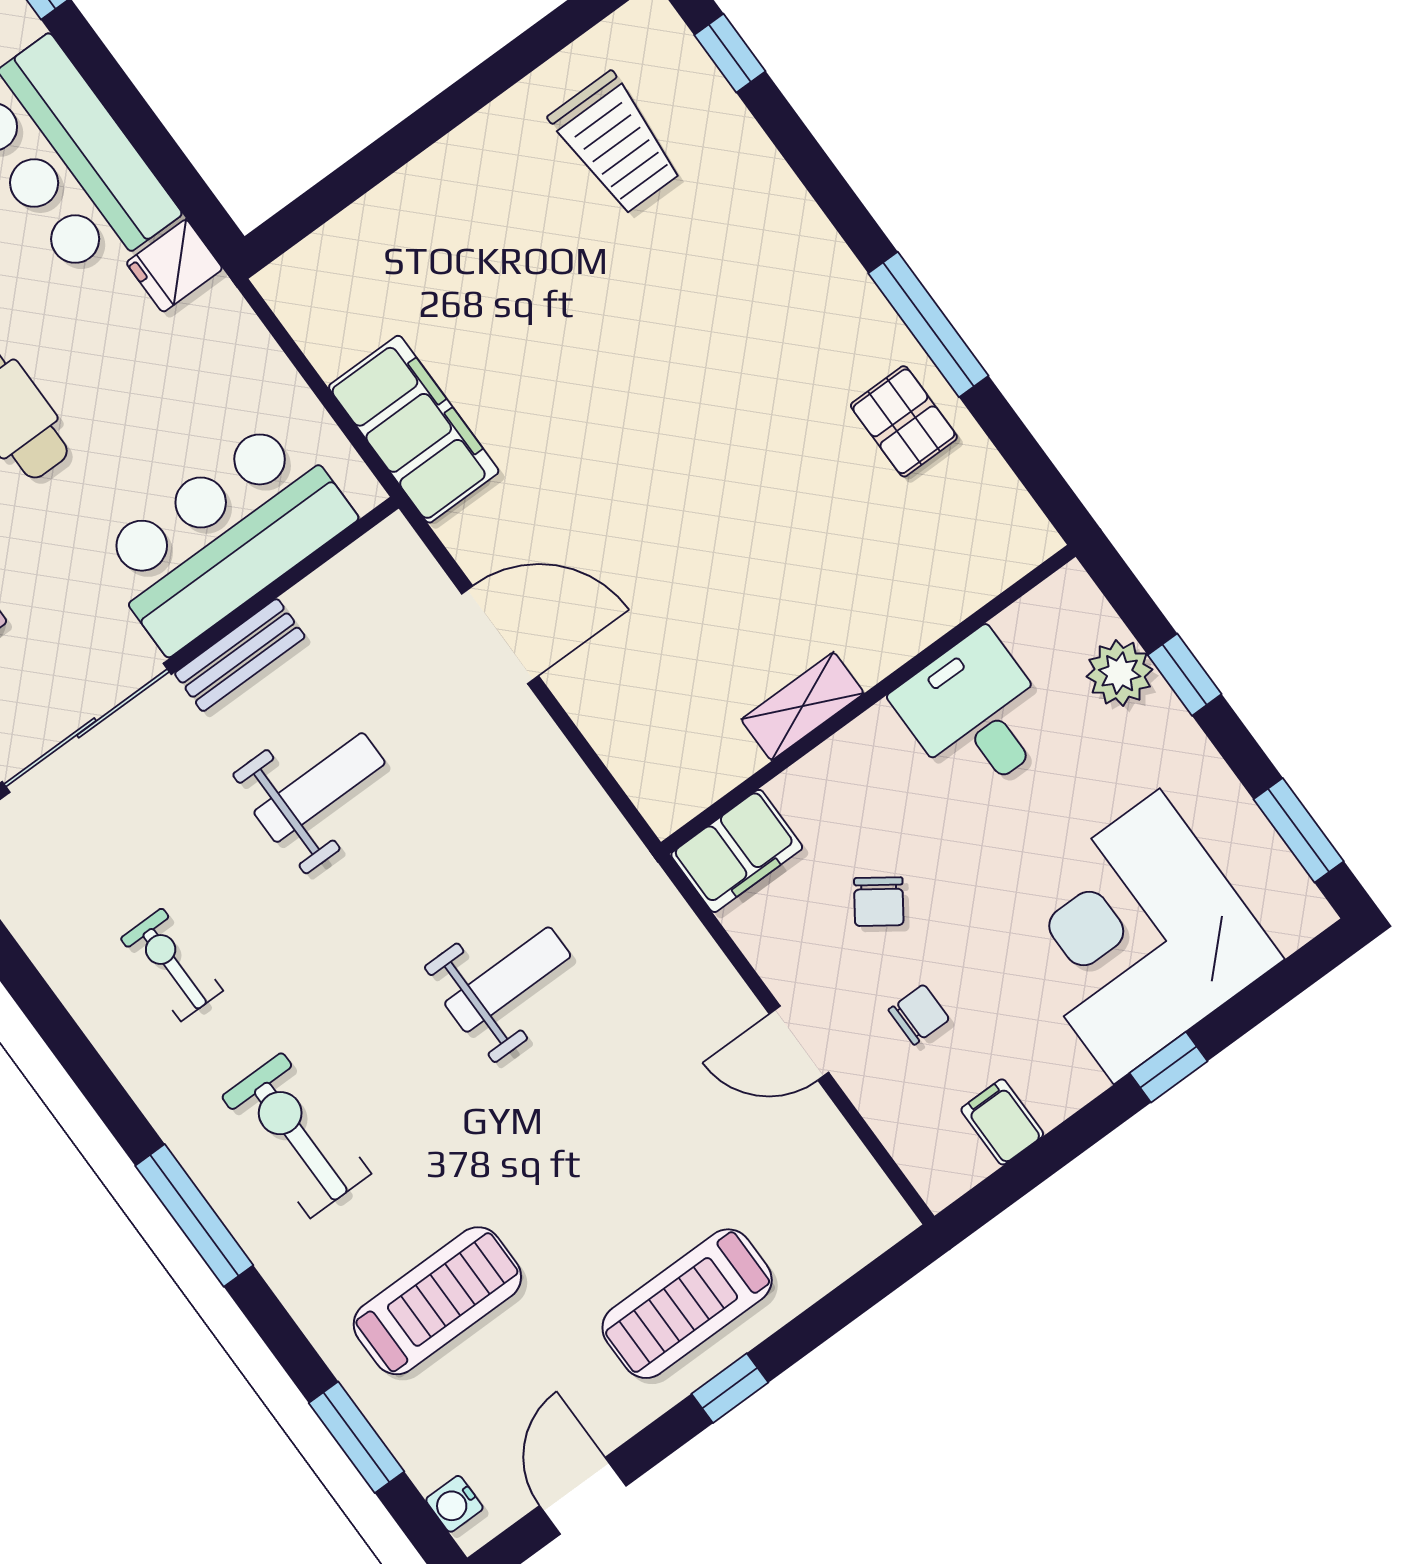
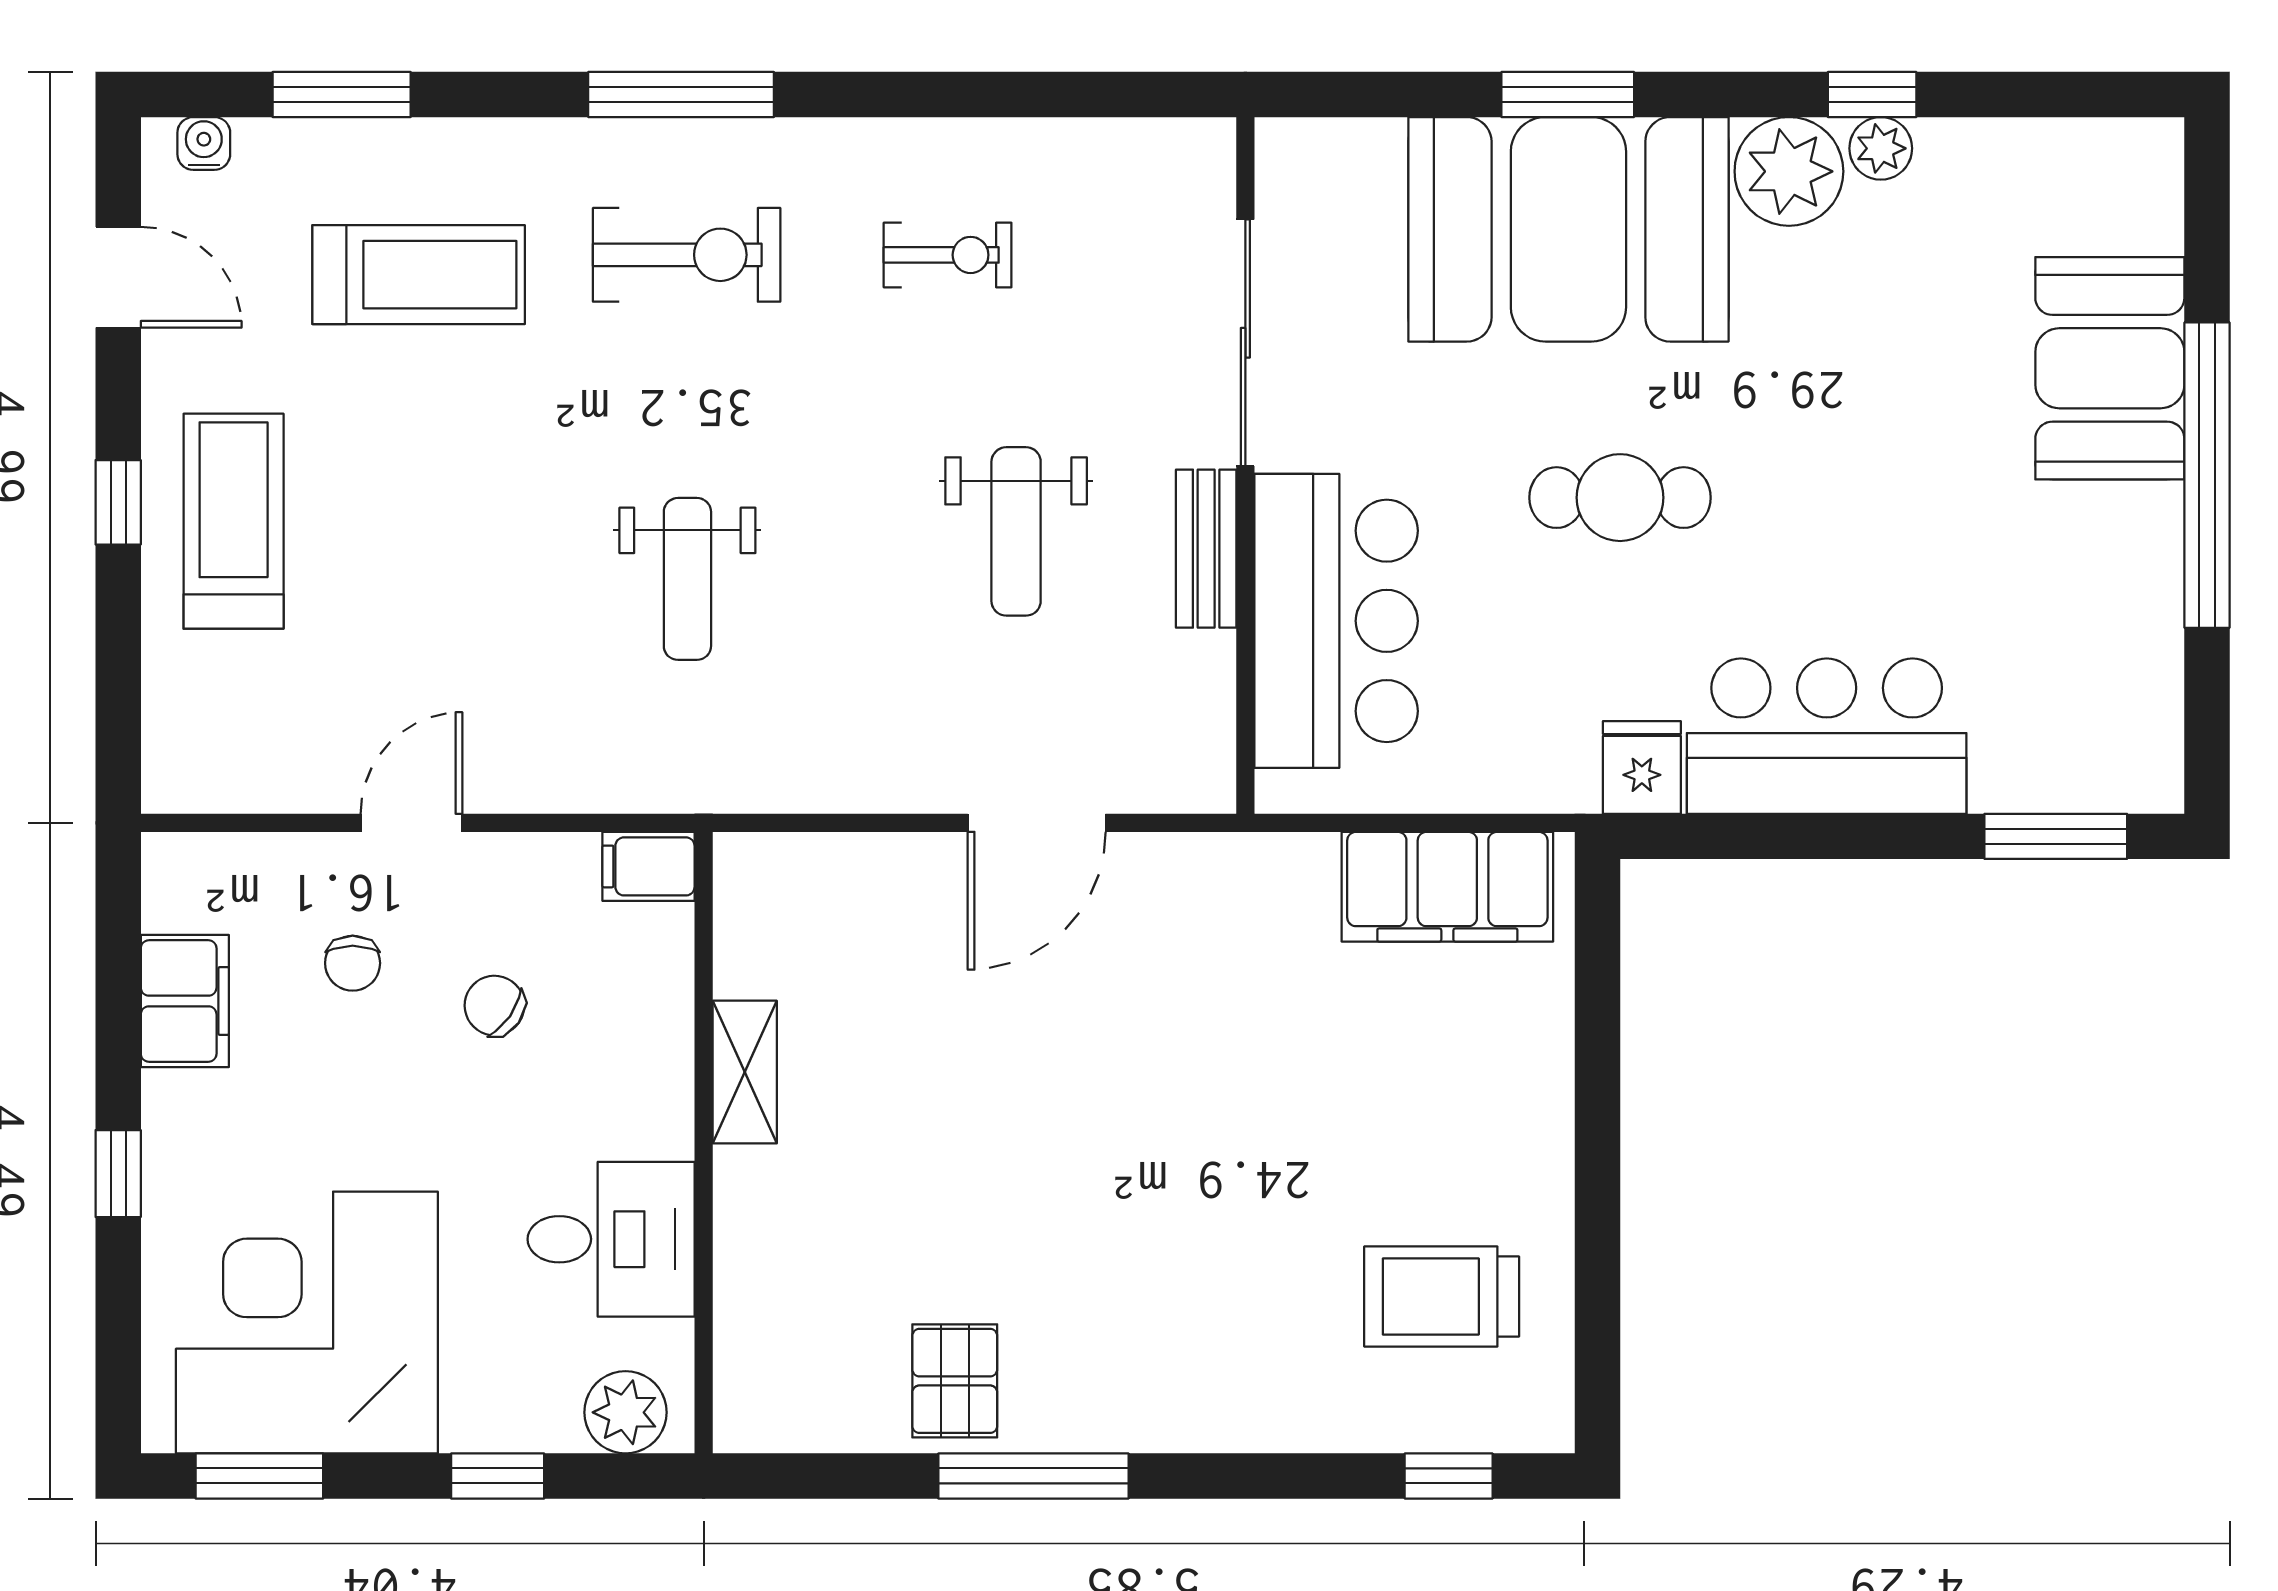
pallet: (904, 421) -> (955, 1381), turned 90
filing cabinet: (414, 429) -> (1447, 887), moved
plant: (1120, 673) -> (625, 1412), moved
filing cabinet: (737, 851) -> (648, 866), width x0.50
corner desk: (1137, 936) -> (307, 1322), moved, turned -90
filing cabinet: (1002, 1122) -> (185, 1001), width x2.00
treadmill: (437, 1301) -> (419, 275), turned -90

